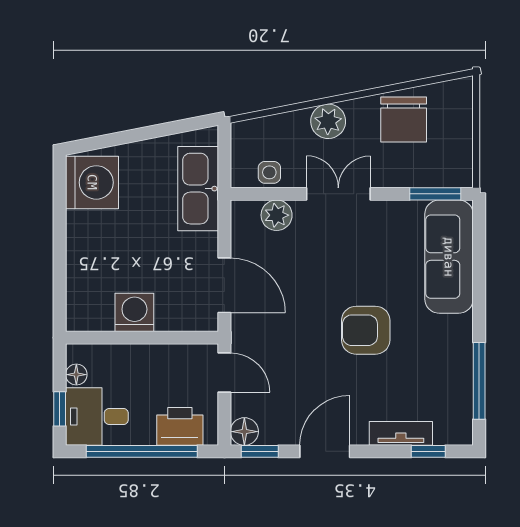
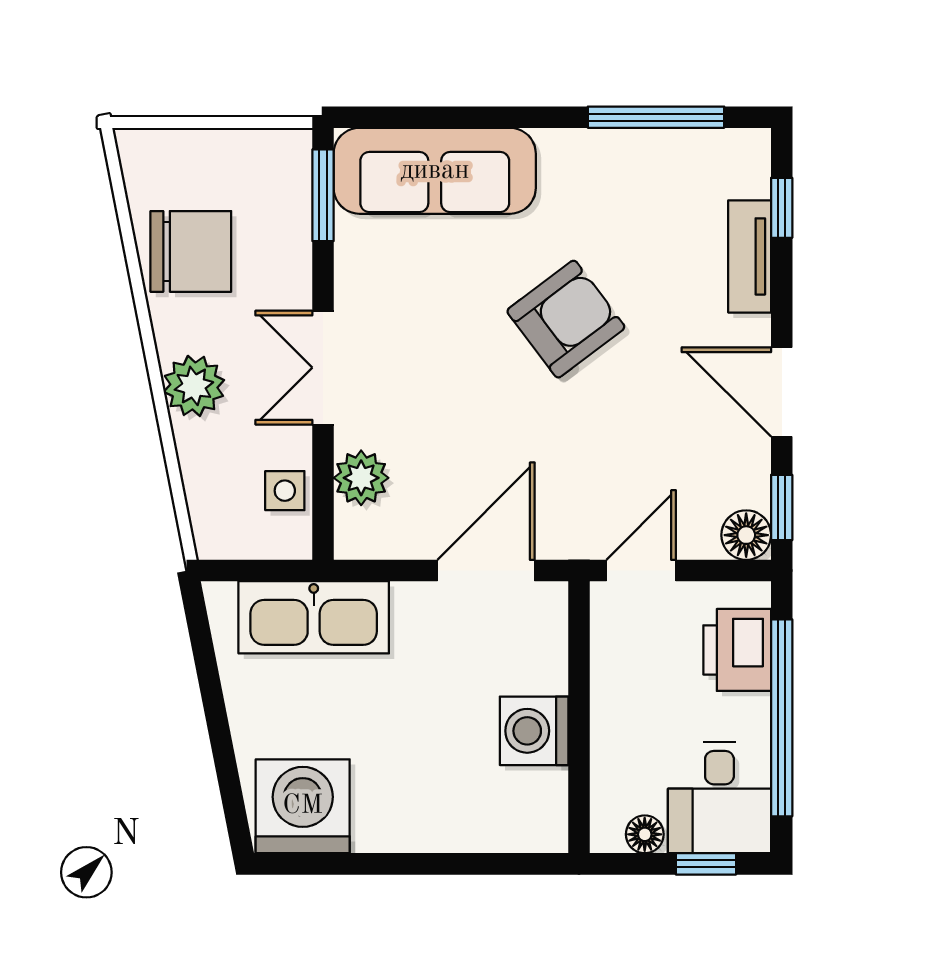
armchair: (366, 330) -> (566, 319), turned -127

